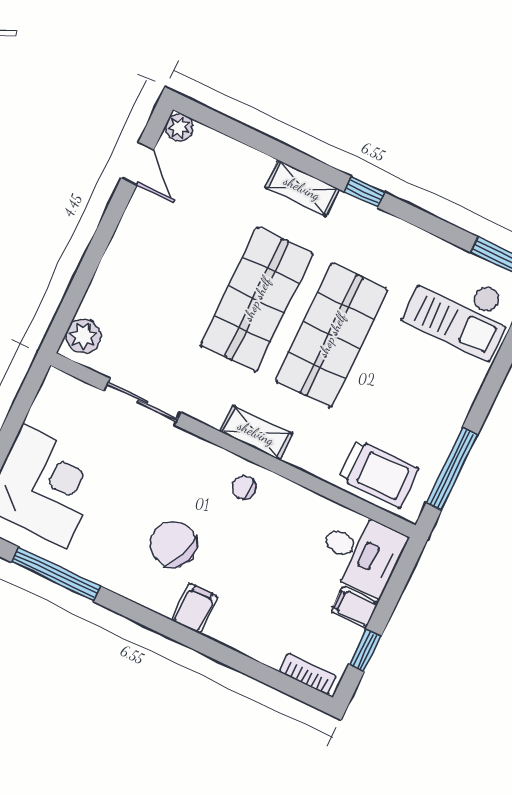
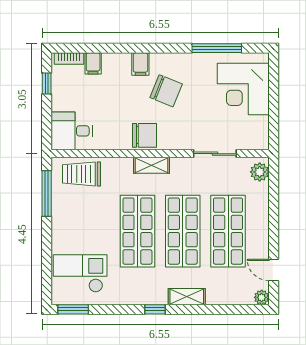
shop shelf: (182, 264) -> (228, 231), added
chair: (244, 488) -> (145, 135), width x1.87, depth x1.87
filing cabinet: (355, 608) -> (93, 63), moved, turned 90

